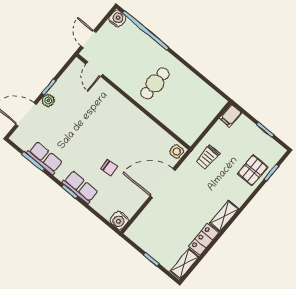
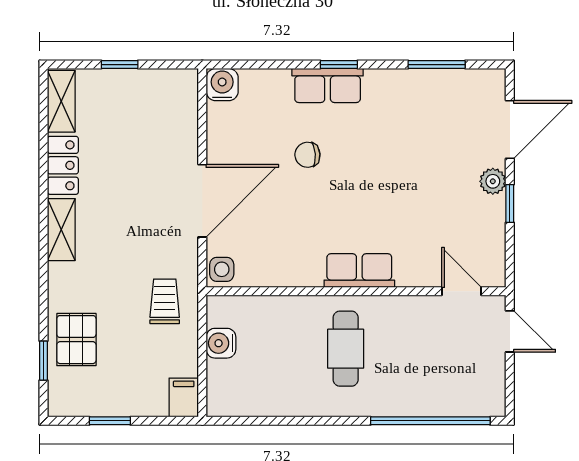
water cooler: (117, 19) -> (221, 343), moved, turned 90
row of seats: (45, 158) -> (359, 271), moved, turned 180

